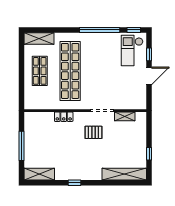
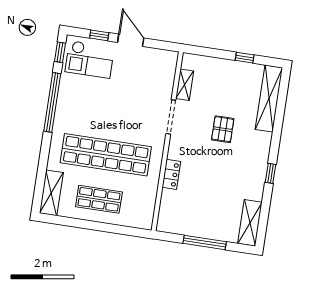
pallet: (93, 132) -> (223, 129), moved

